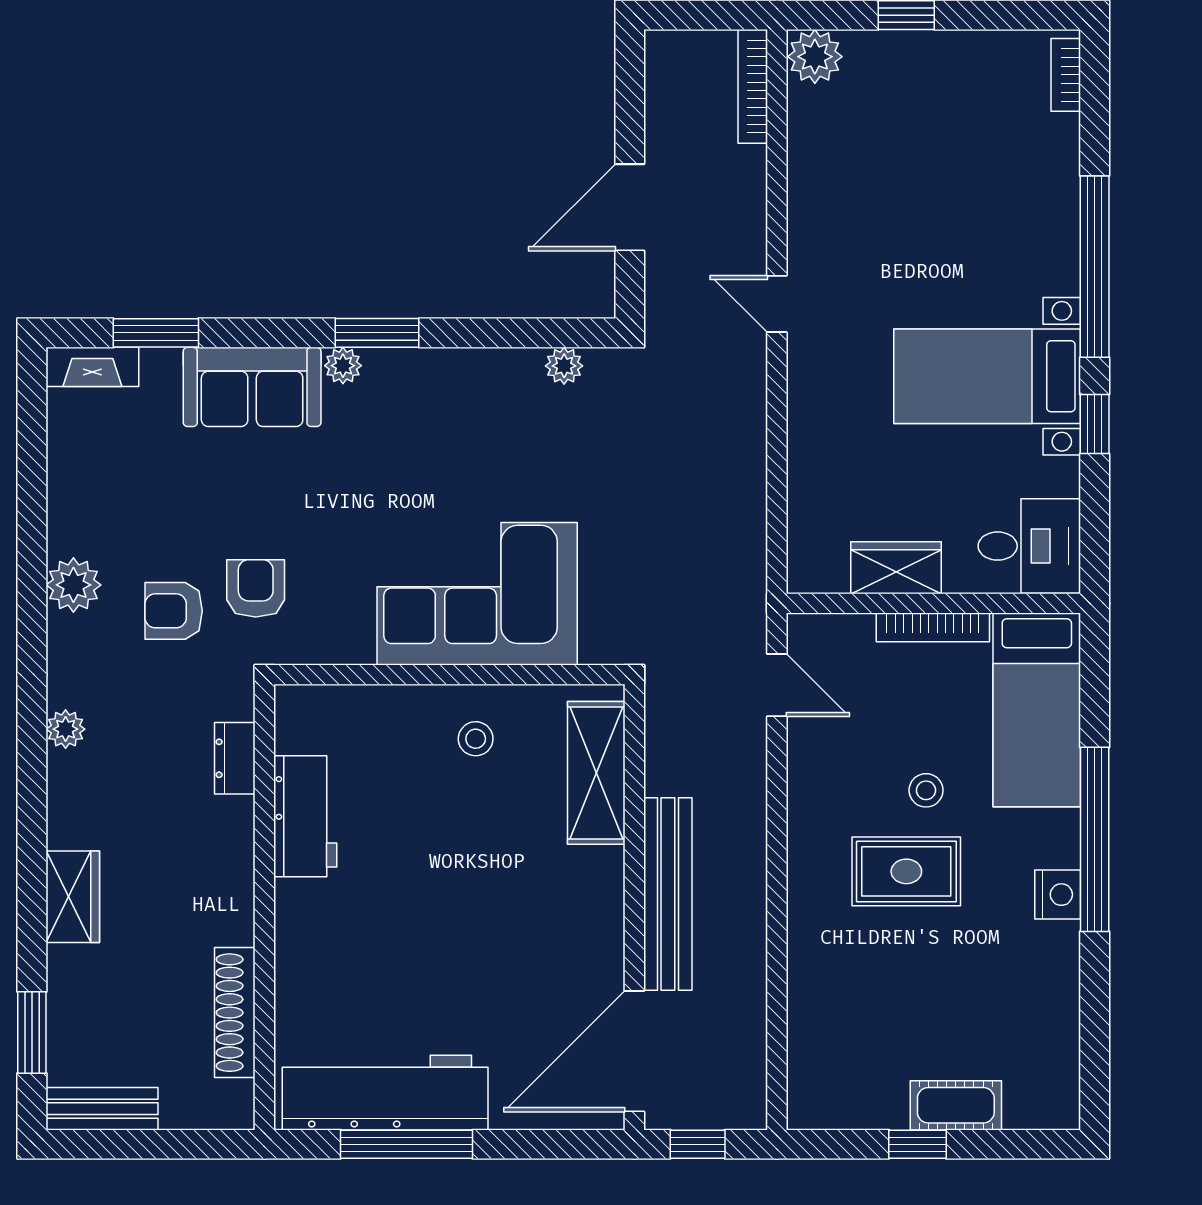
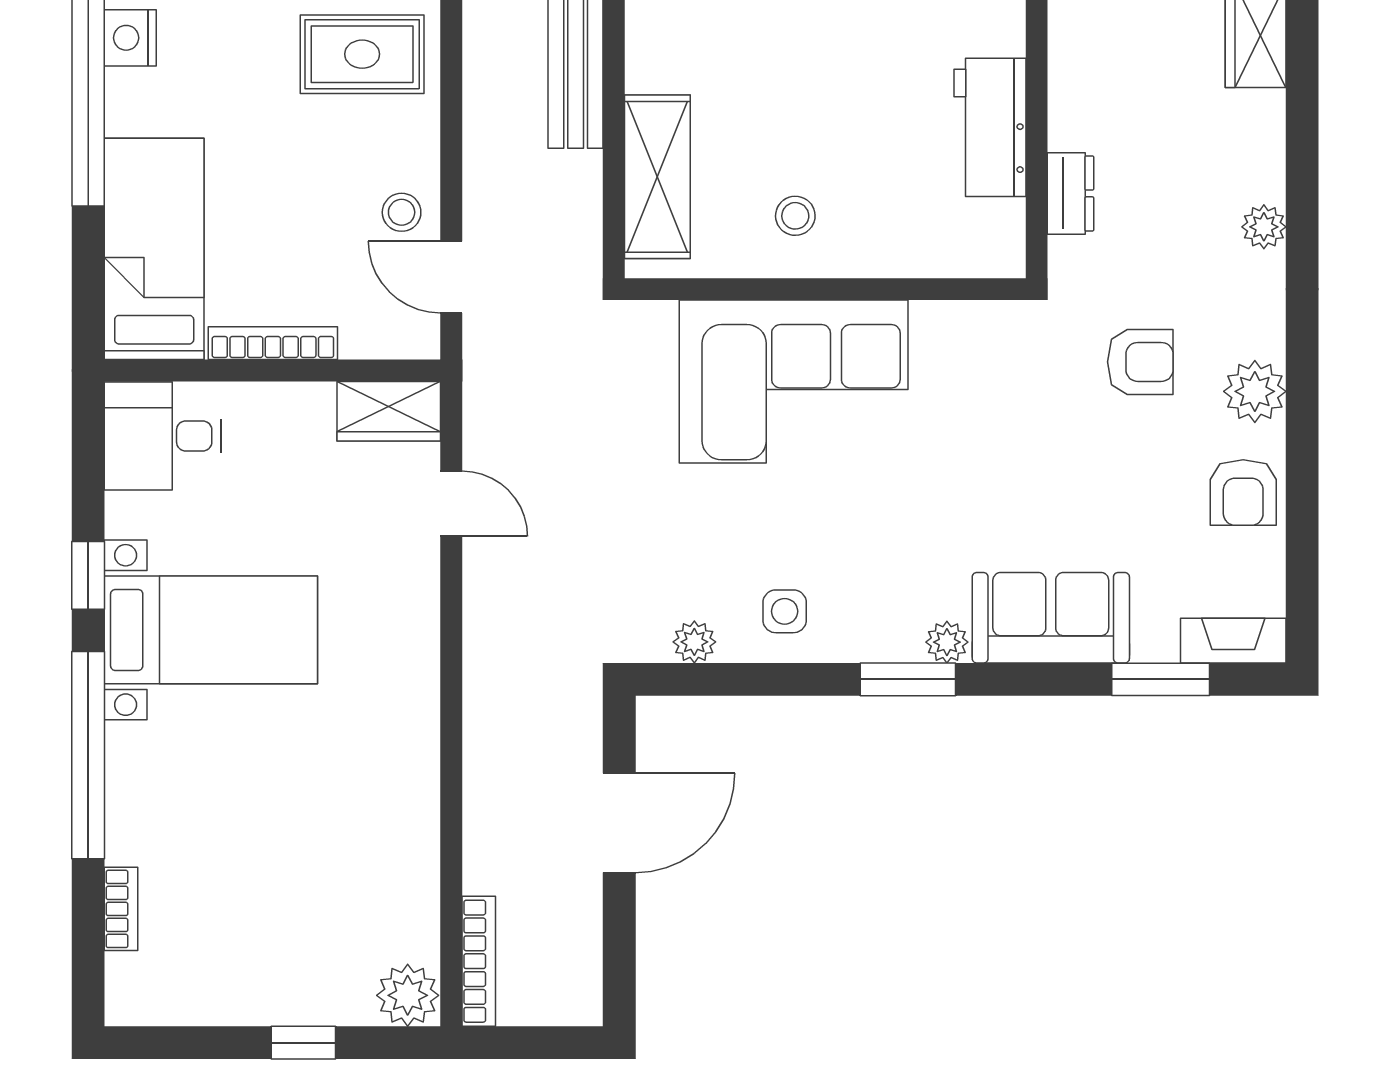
bookcase: (1066, 75) -> (121, 909), moved
door: (777, 304) -> (451, 504), moved
side table: (485, 393) -> (785, 611), added
wardrobe: (896, 568) -> (389, 411), moved
armchair: (256, 588) -> (1243, 493), moved
stool: (926, 790) -> (402, 212), moved
rug: (906, 871) -> (362, 54), moved

